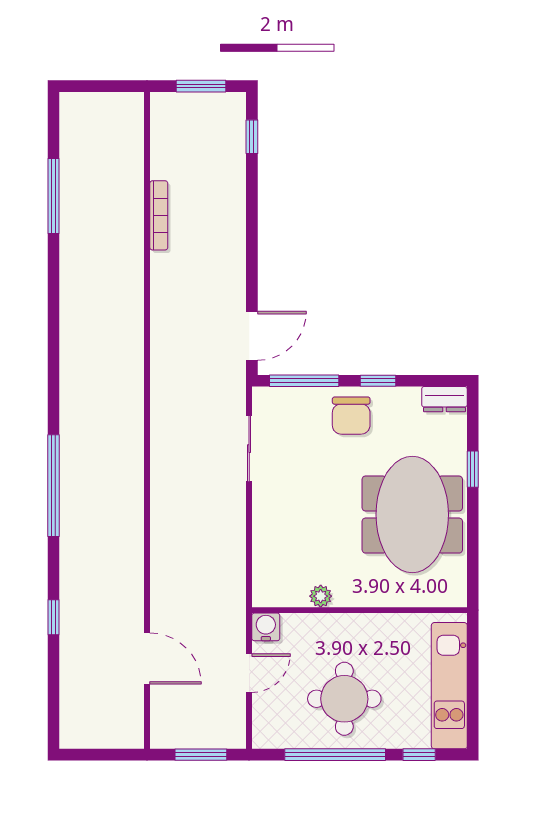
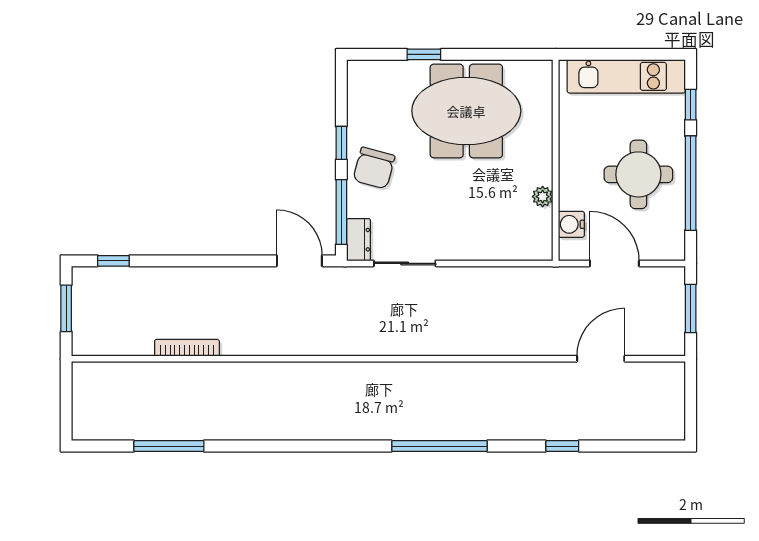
dresser: (444, 399) -> (359, 240), moved
chair: (351, 416) -> (374, 168), turned 105
water cooler: (266, 627) -> (571, 224), moved
door: (249, 673) -> (614, 263), width x1.38

